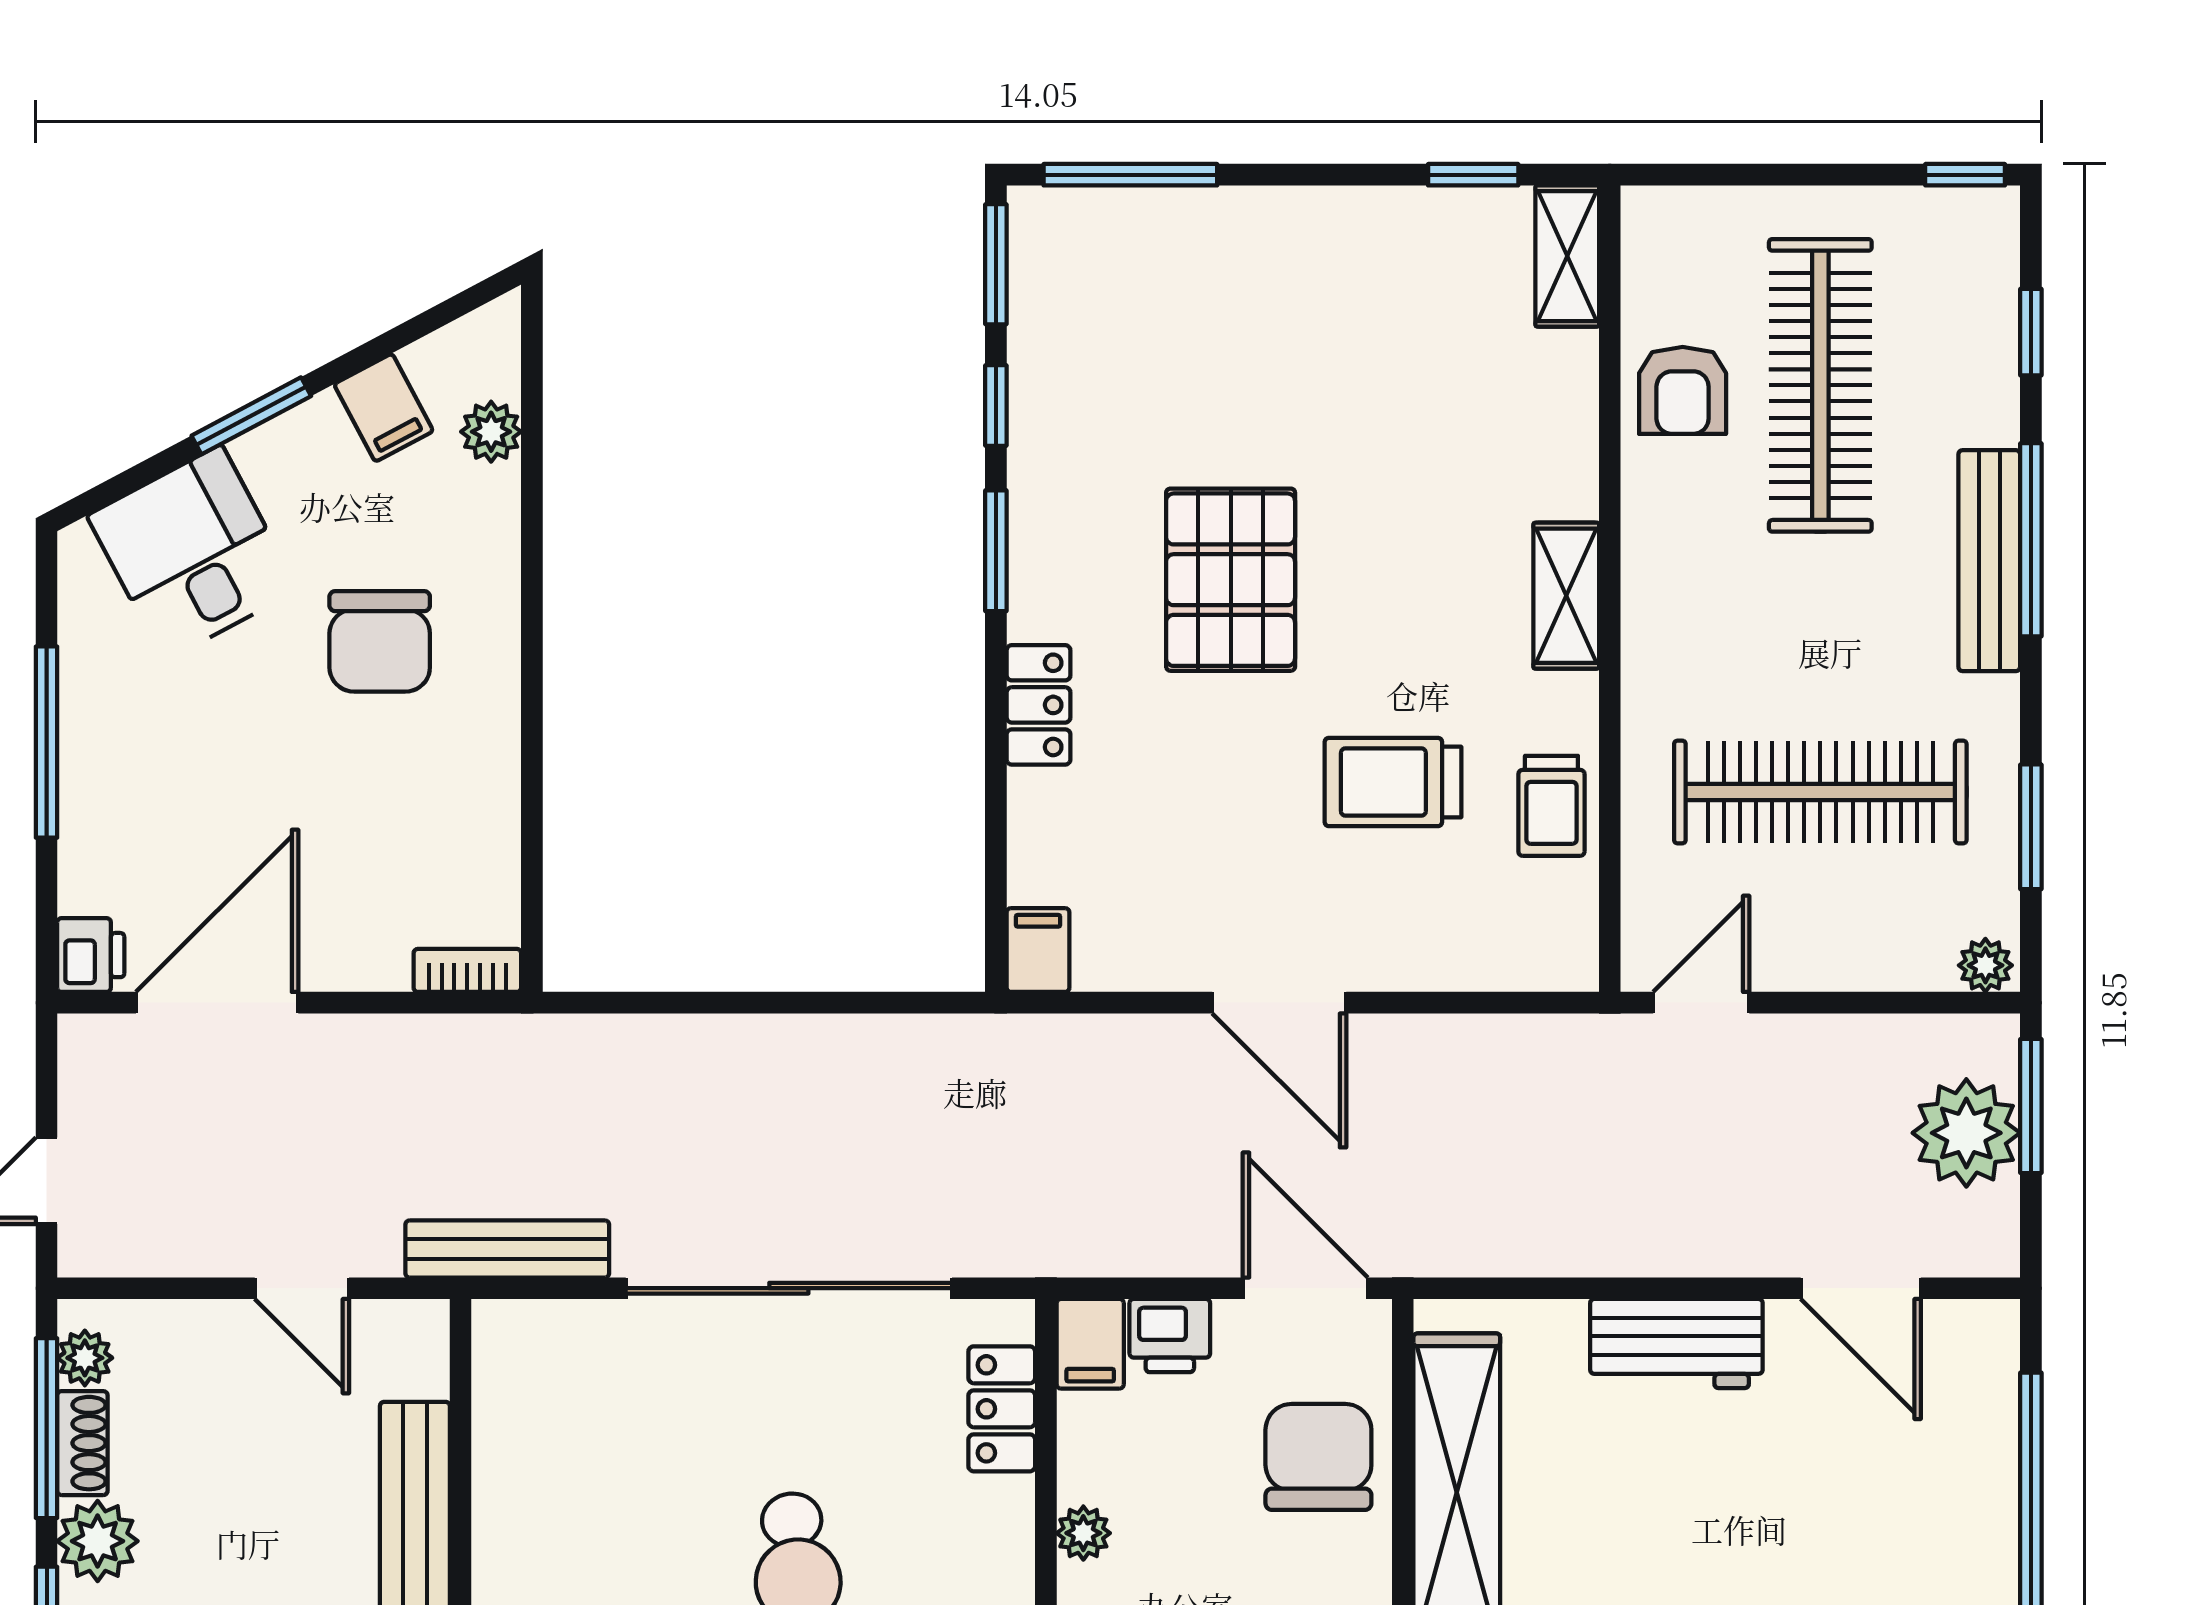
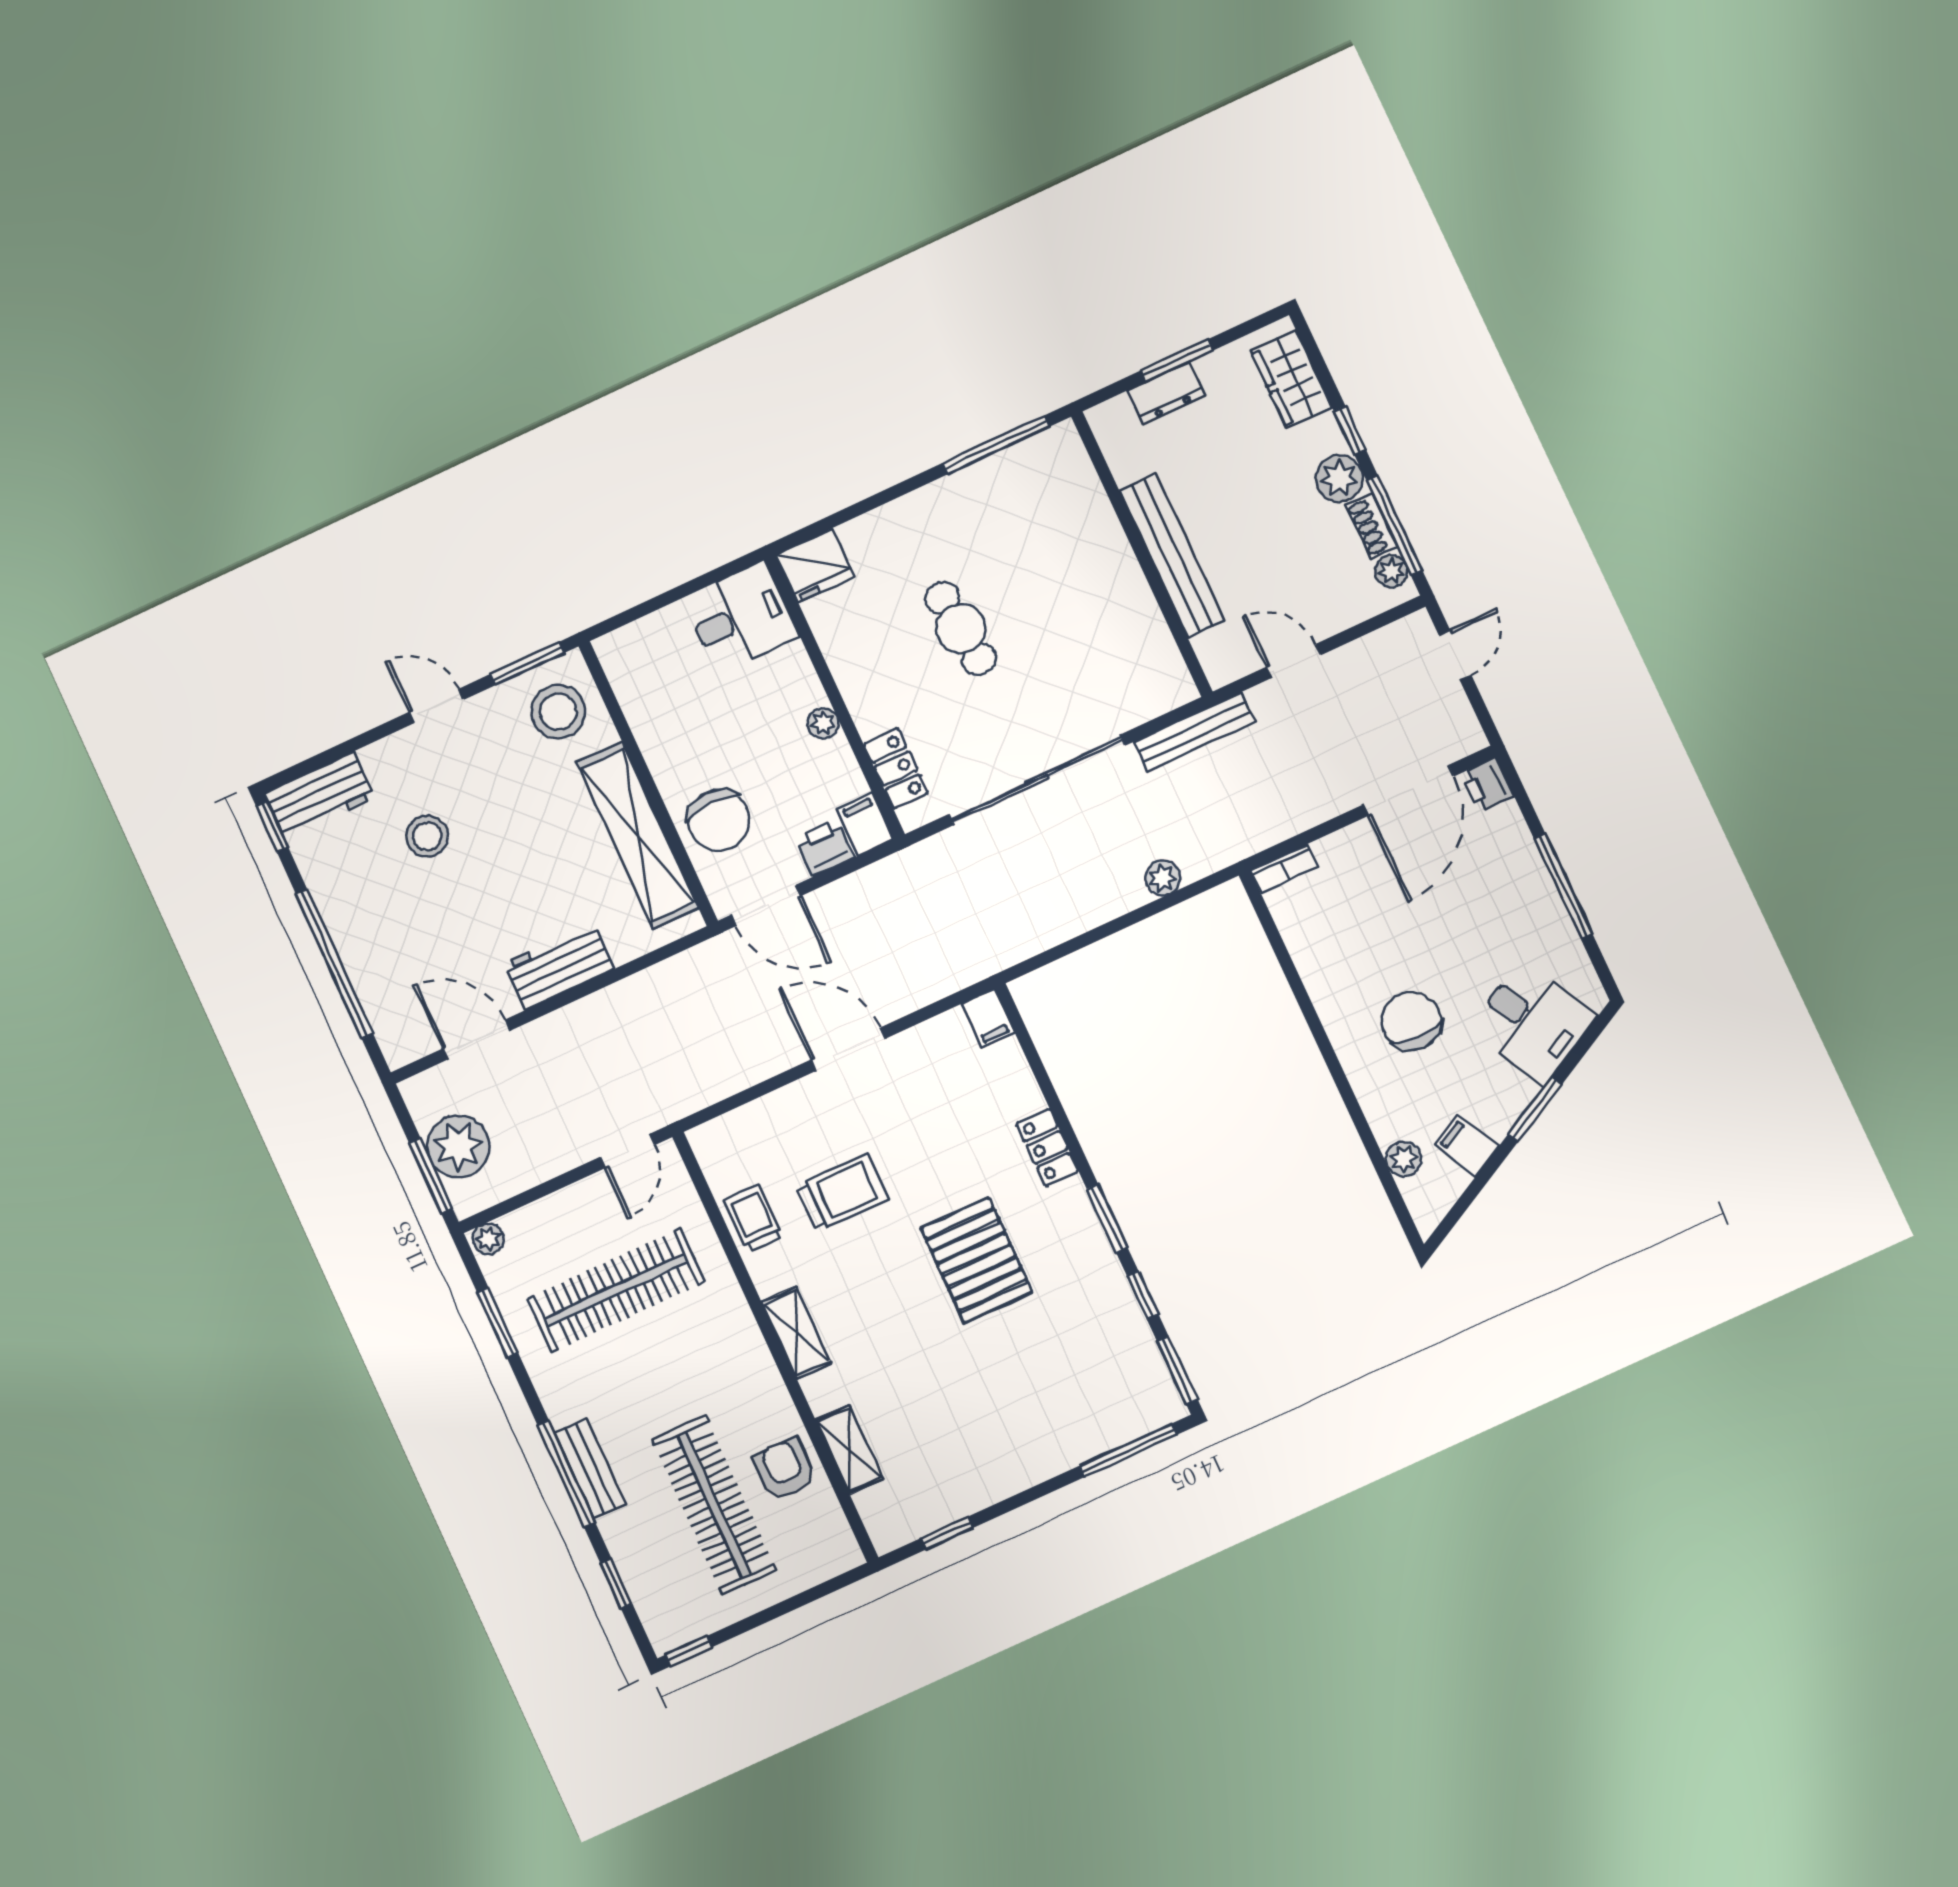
shelving: (1567, 256) -> (849, 1449), moved
bench: (1989, 561) -> (590, 1468), width x0.73
plant: (663, 1043) -> (1163, 878), added

